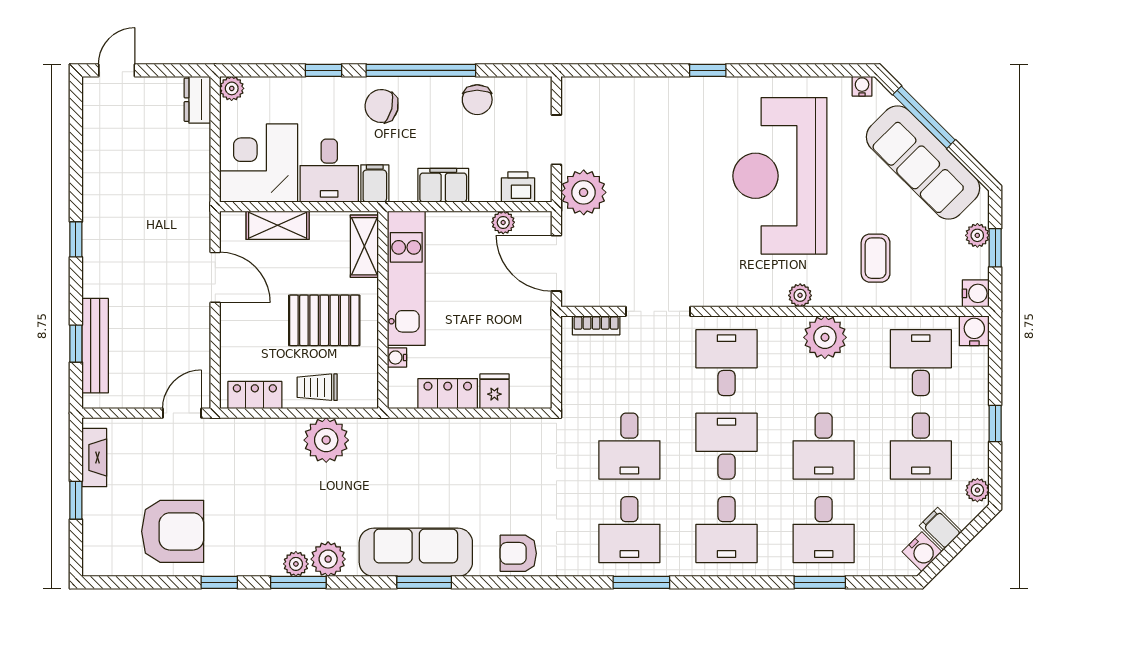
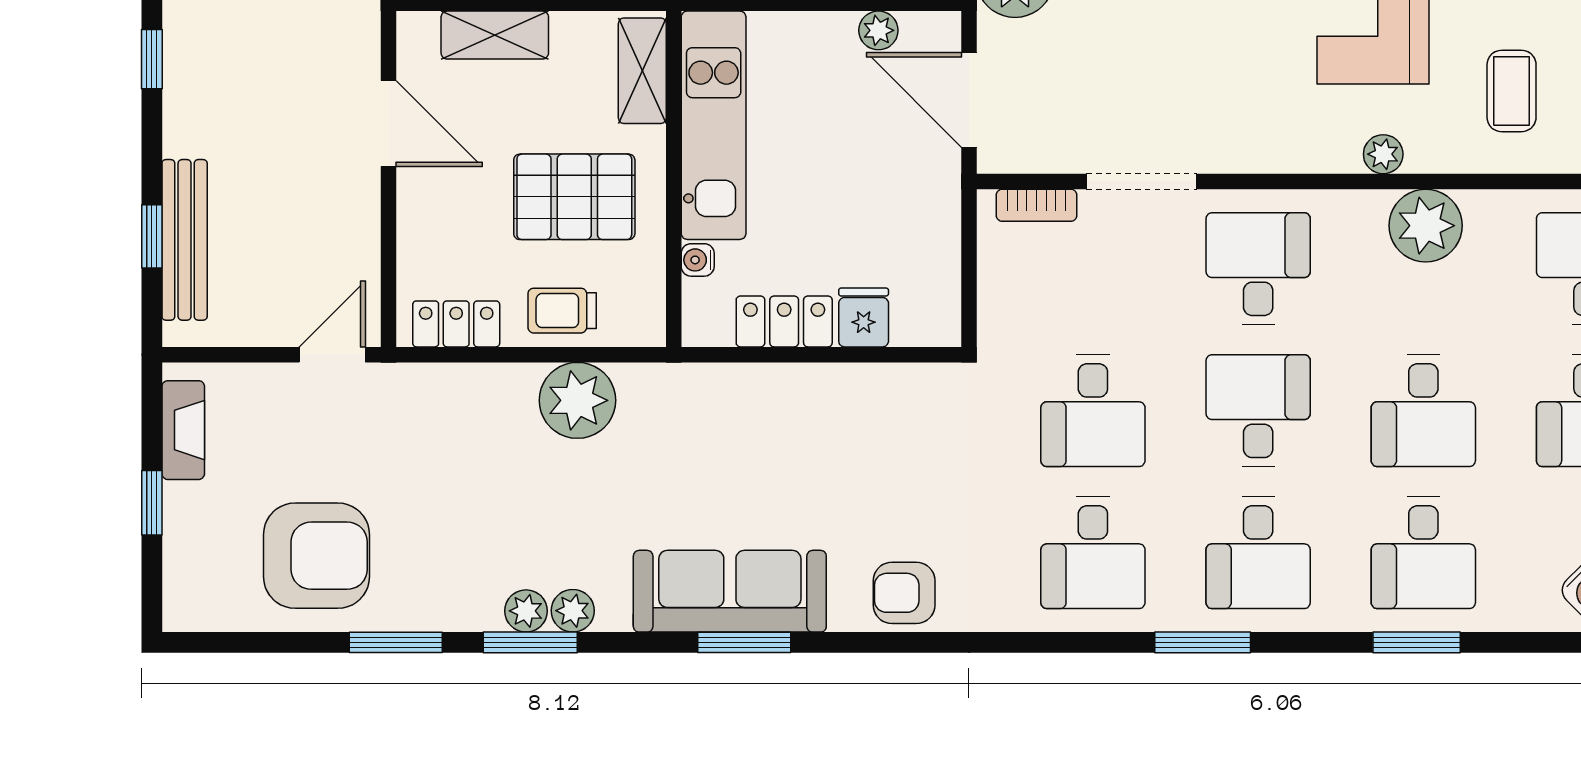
plant: (328, 559) -> (573, 611), width x0.73, depth x0.73
window: (219, 582) -> (396, 642), width x1.50
window: (641, 582) -> (1203, 642), moved

